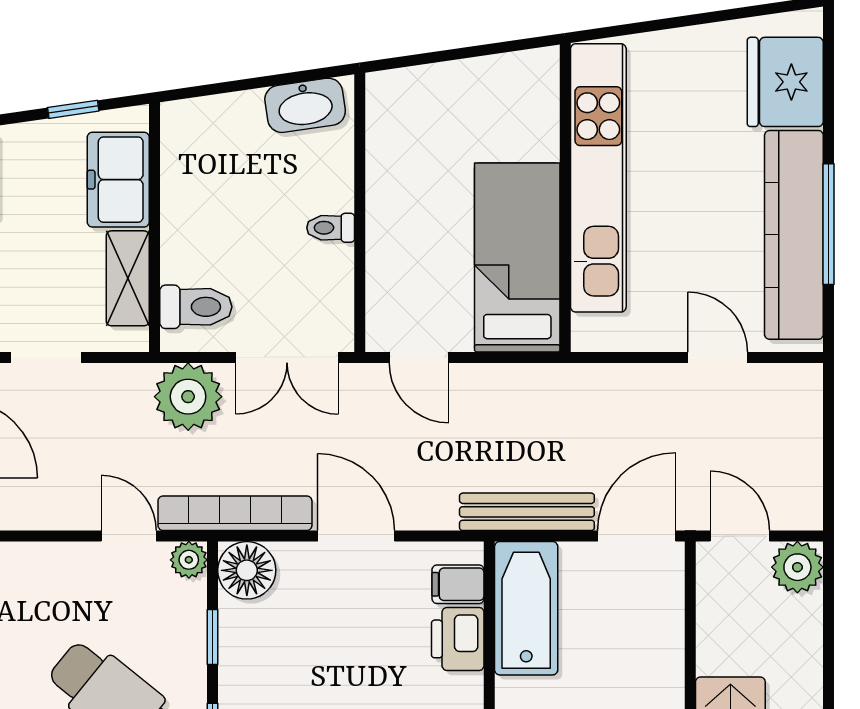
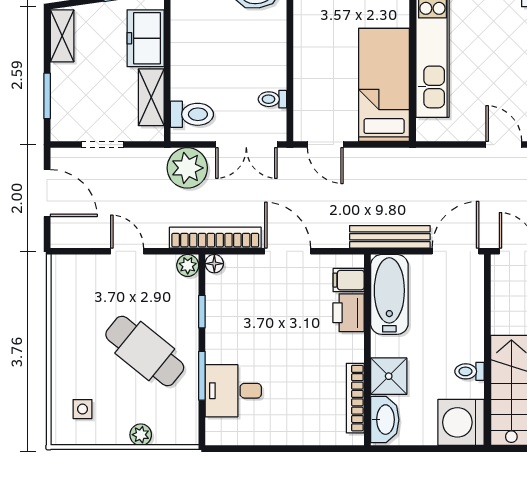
toilet: (331, 228) -> (272, 99), moved
door: (129, 536) -> (127, 251), moved
floor lamp: (247, 570) -> (214, 264), width x0.53, depth x0.53

